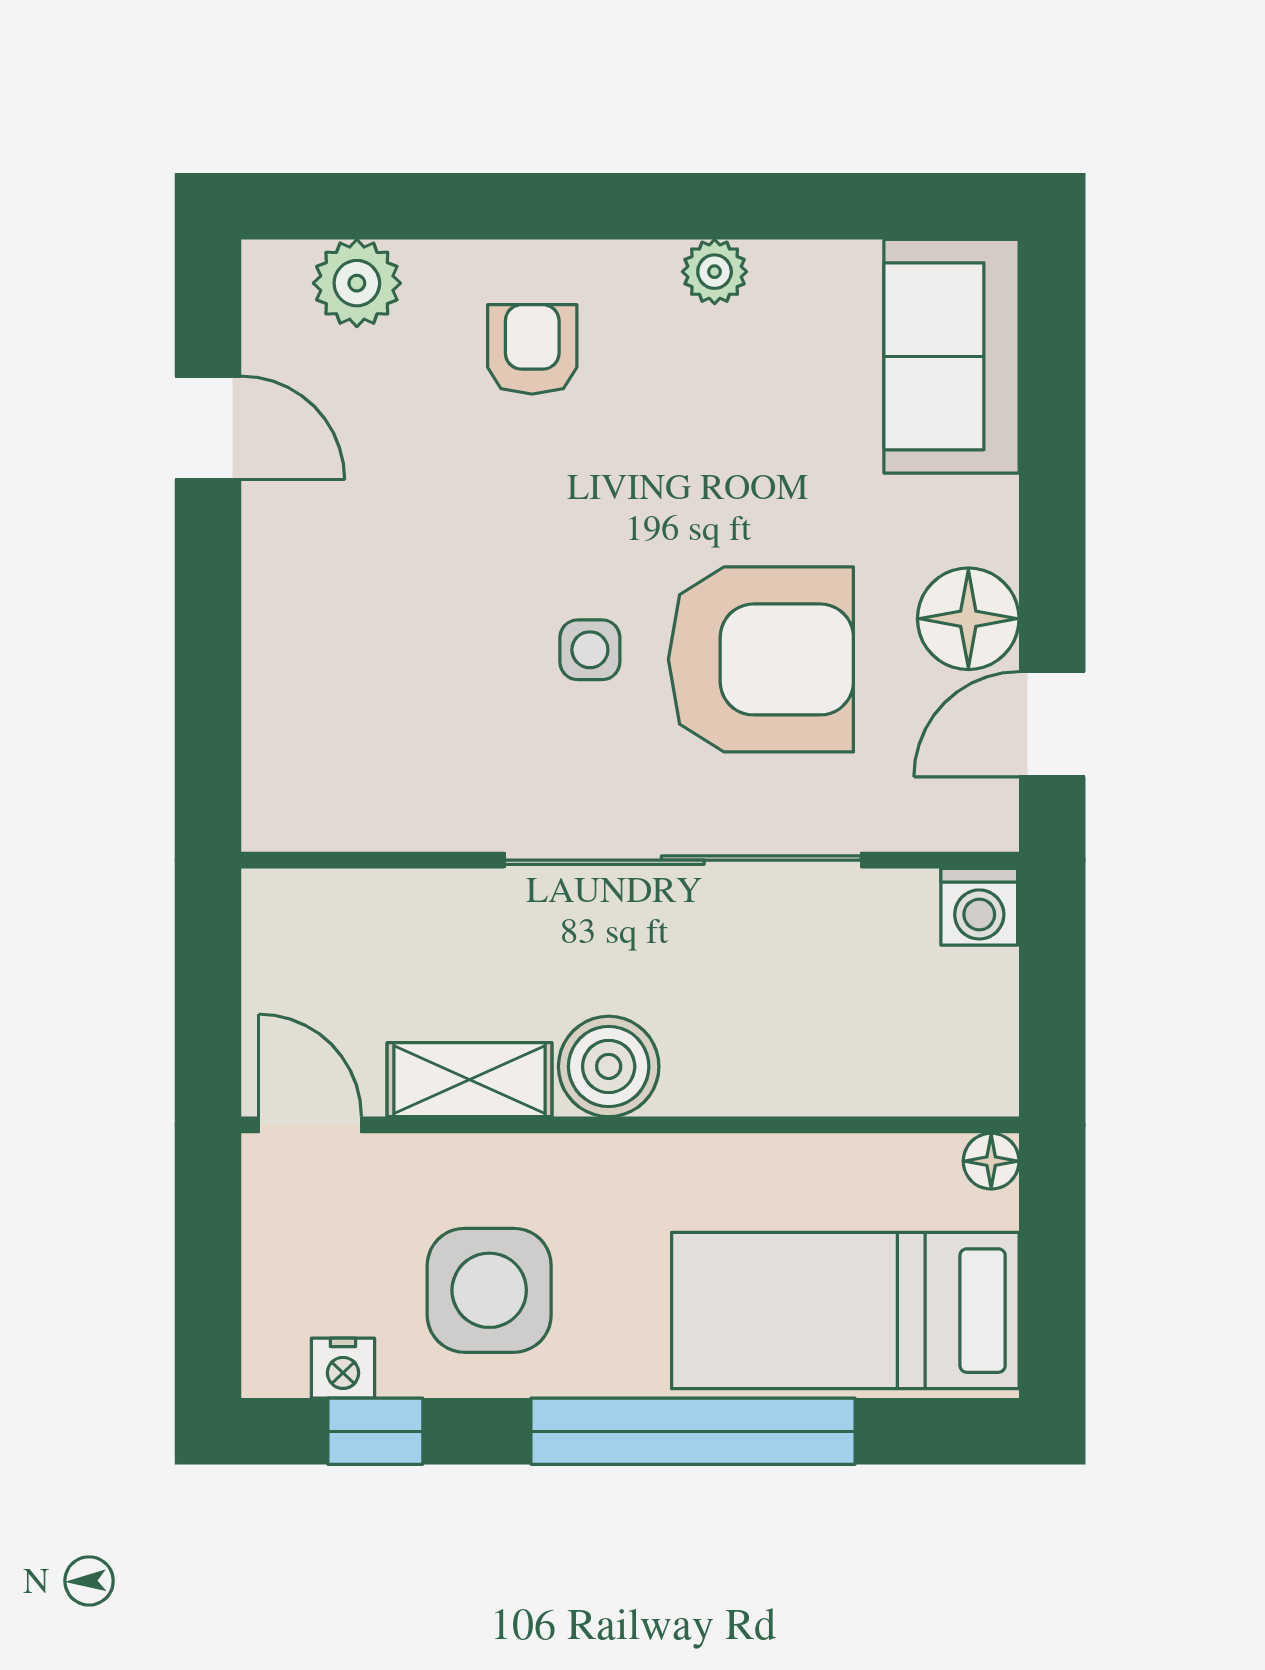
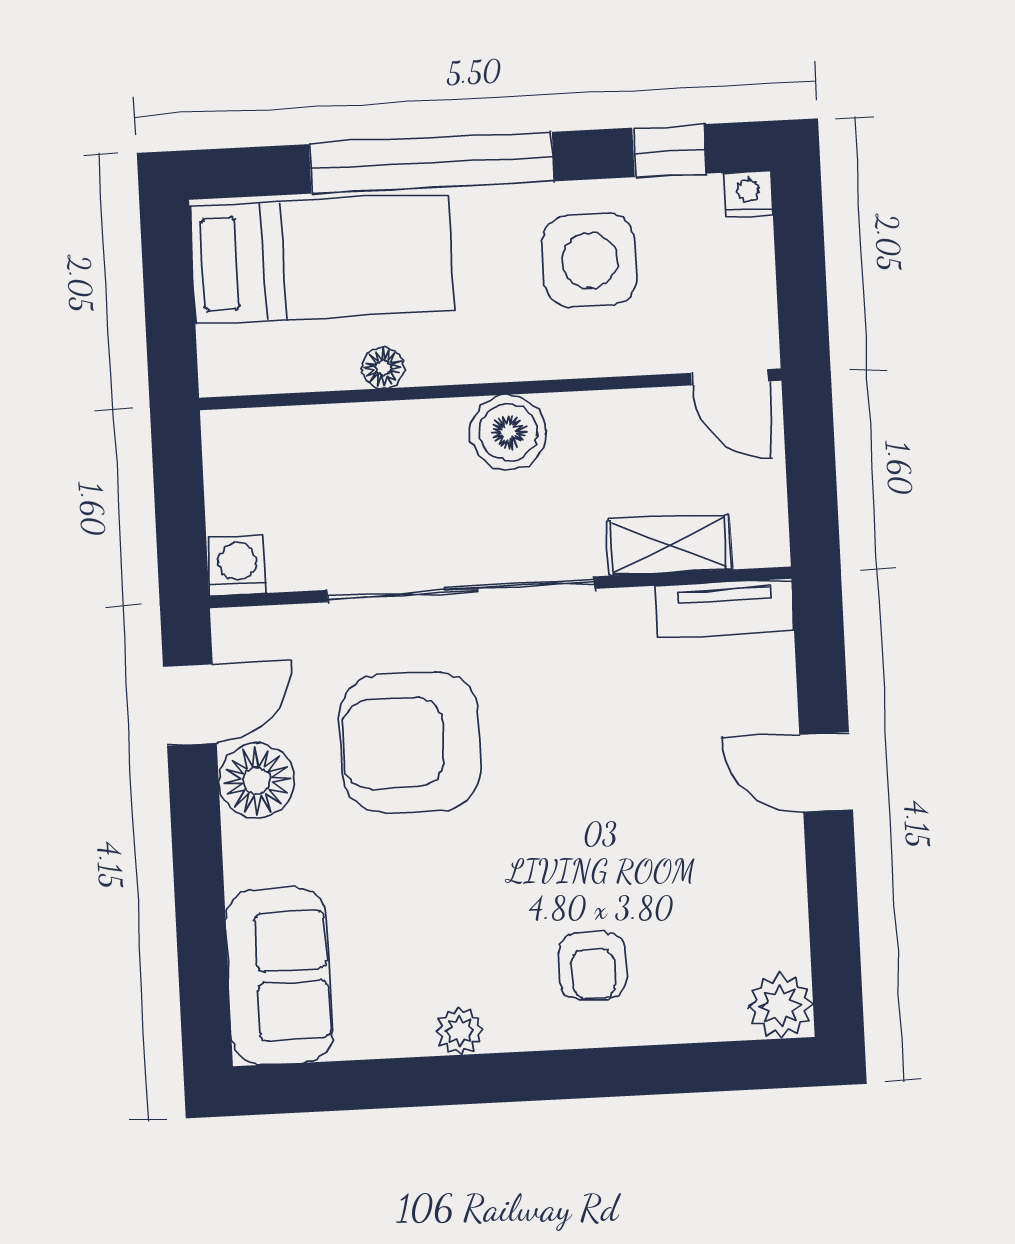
plant: (357, 283) -> (780, 1006), moved
door: (208, 428) -> (826, 772), moved
side table: (590, 650) -> (538, 743), removed
tv unit: (332, 817) -> (725, 608), added
shelving: (470, 1080) -> (669, 545), moved
floor lamp: (991, 1161) -> (383, 368), moved
nightstand: (343, 1368) -> (748, 194), moved

